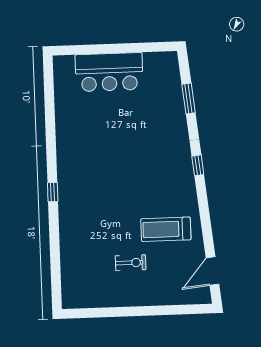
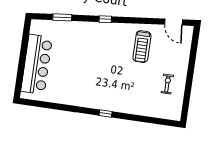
bar counter: (109, 72) -> (37, 64), width x1.36
exercise bike: (131, 263) -> (167, 84), moved

